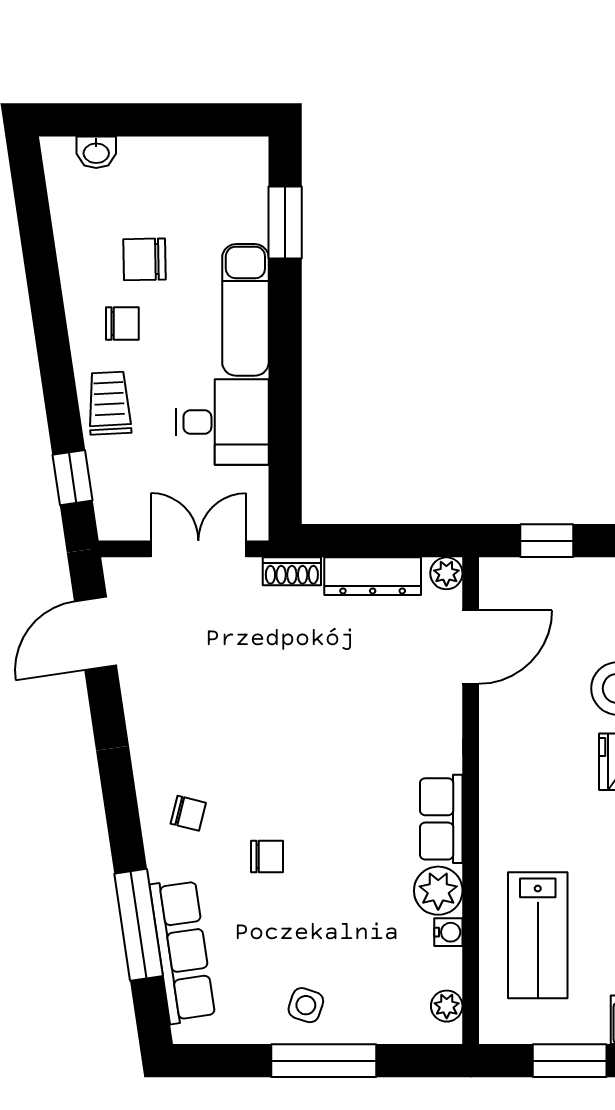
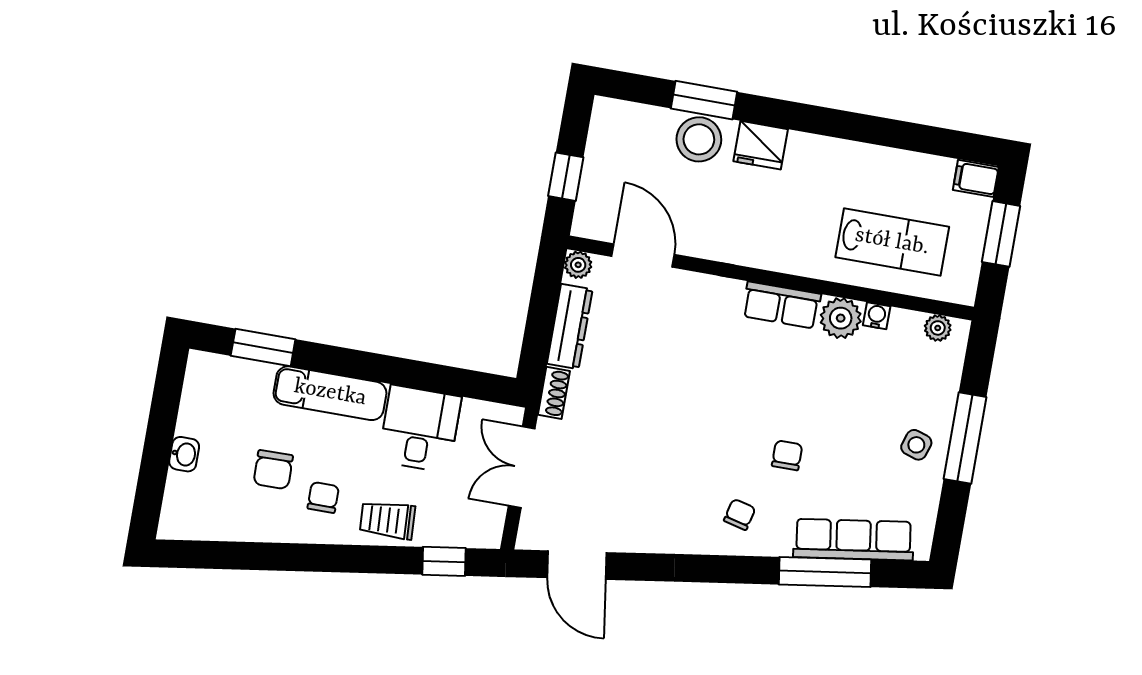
washbasin: (96, 152) -> (184, 454), moved

